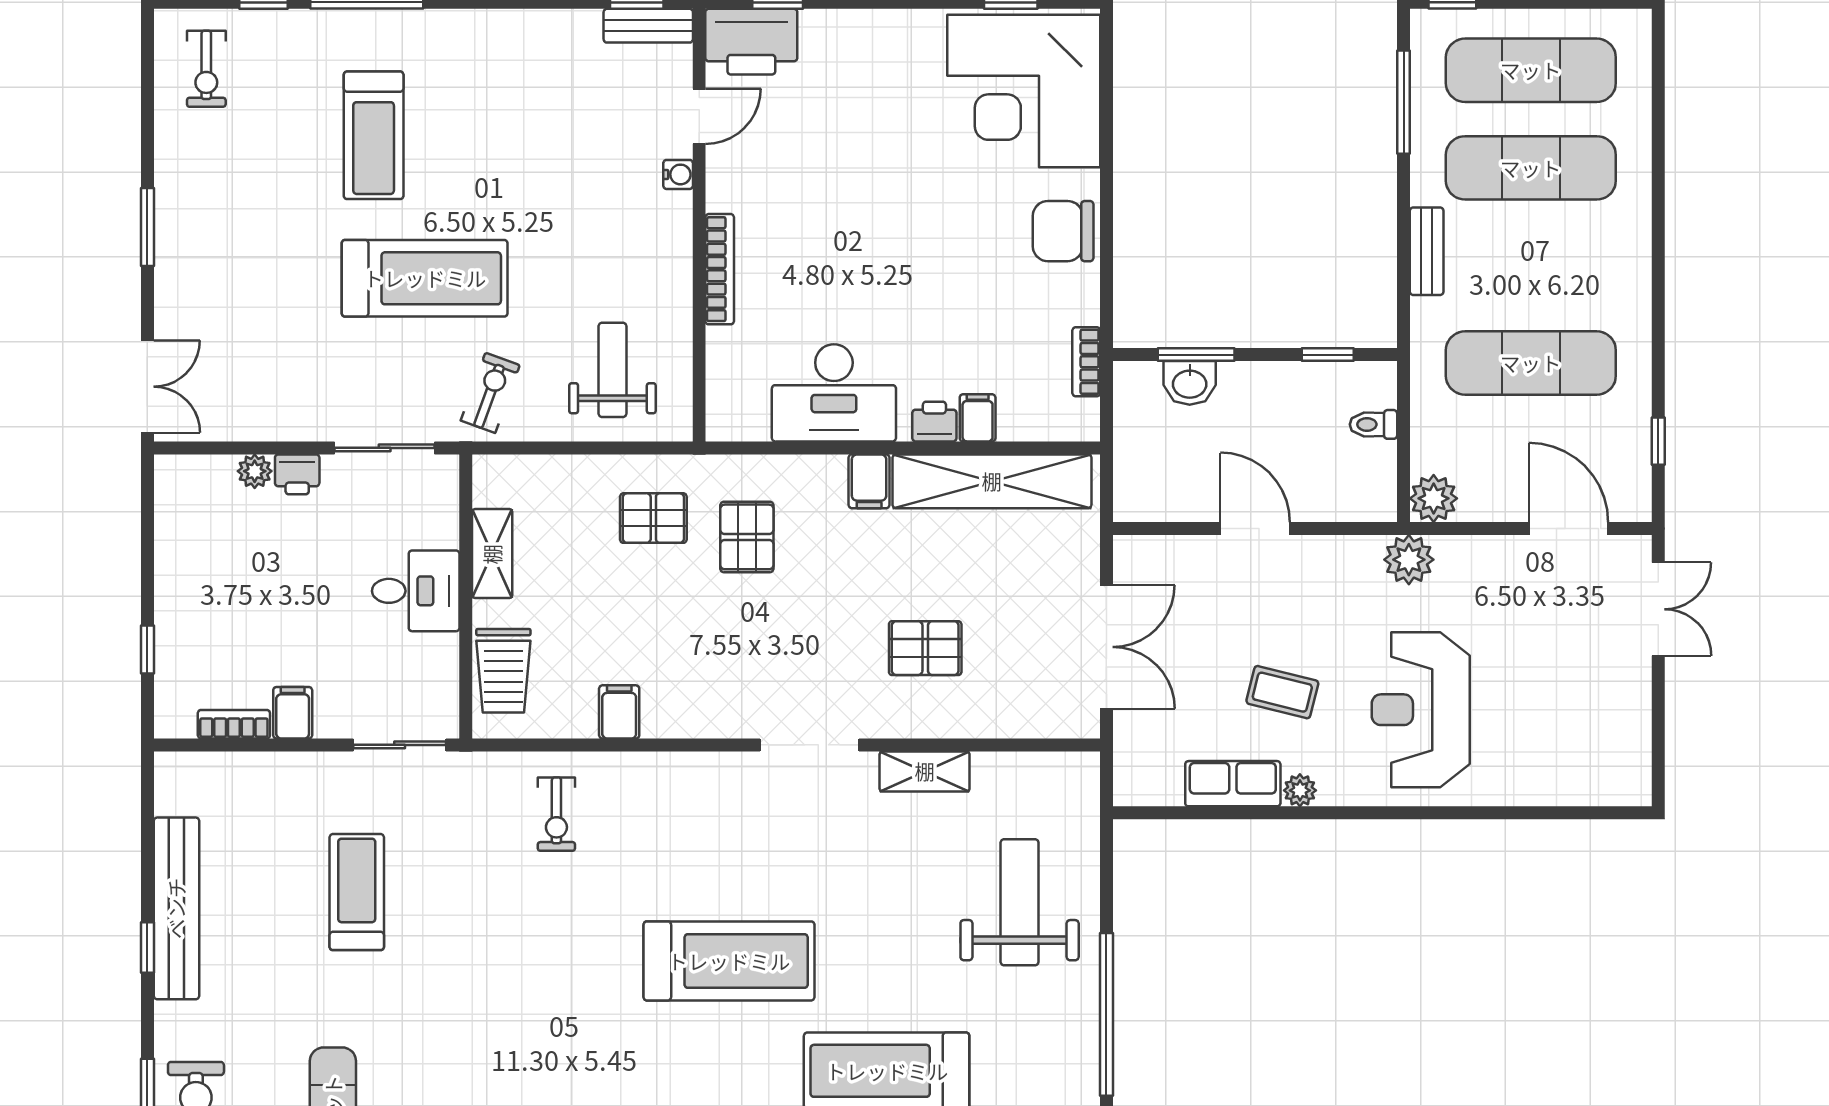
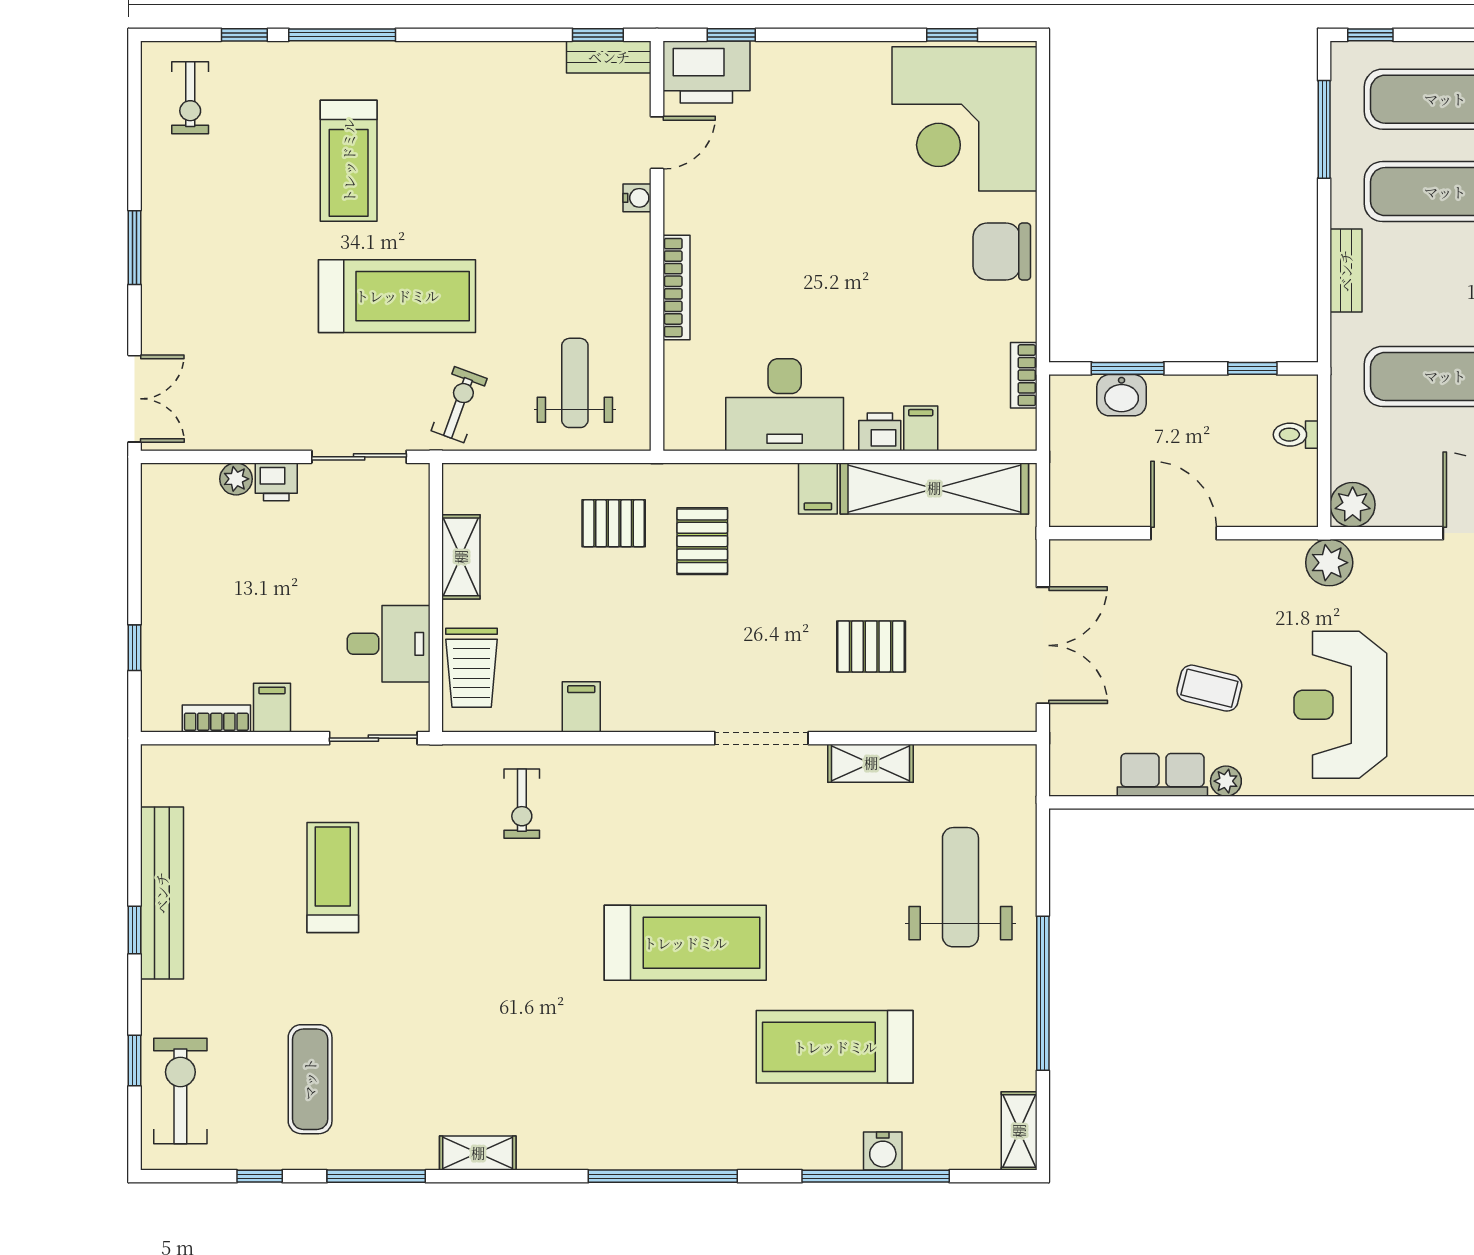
desk: (416, 591) -> (389, 644), moved

